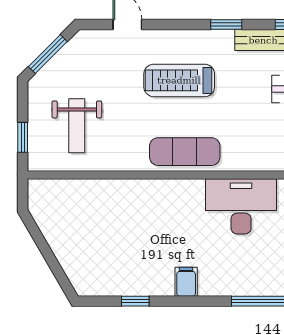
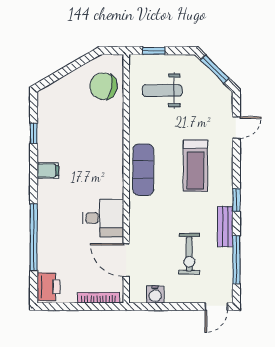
treadmill: (179, 80) -> (195, 166), turned 180
chair: (71, 206) -> (103, 86), added
desk: (241, 206) -> (103, 218), width x0.73

